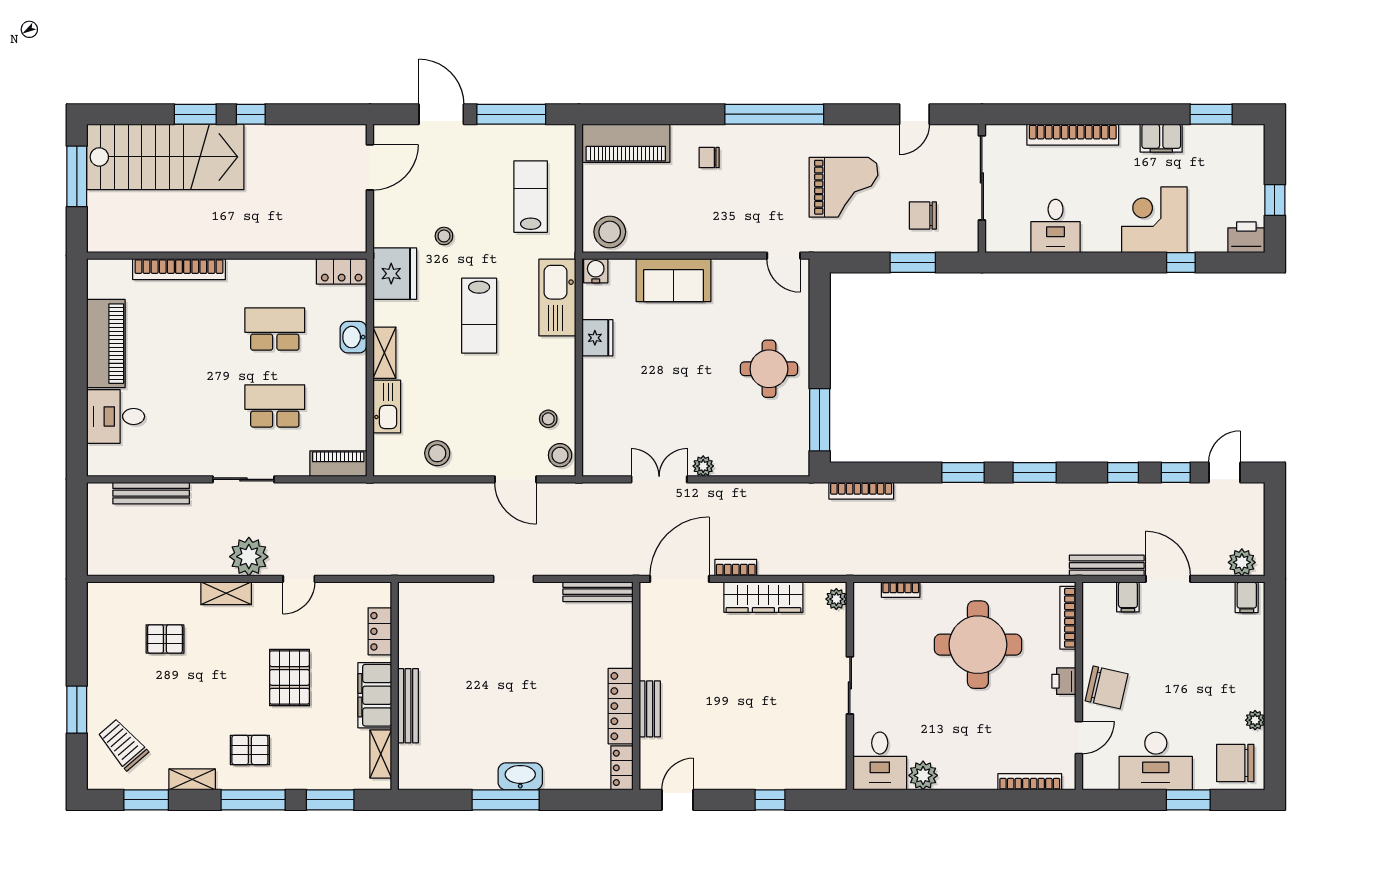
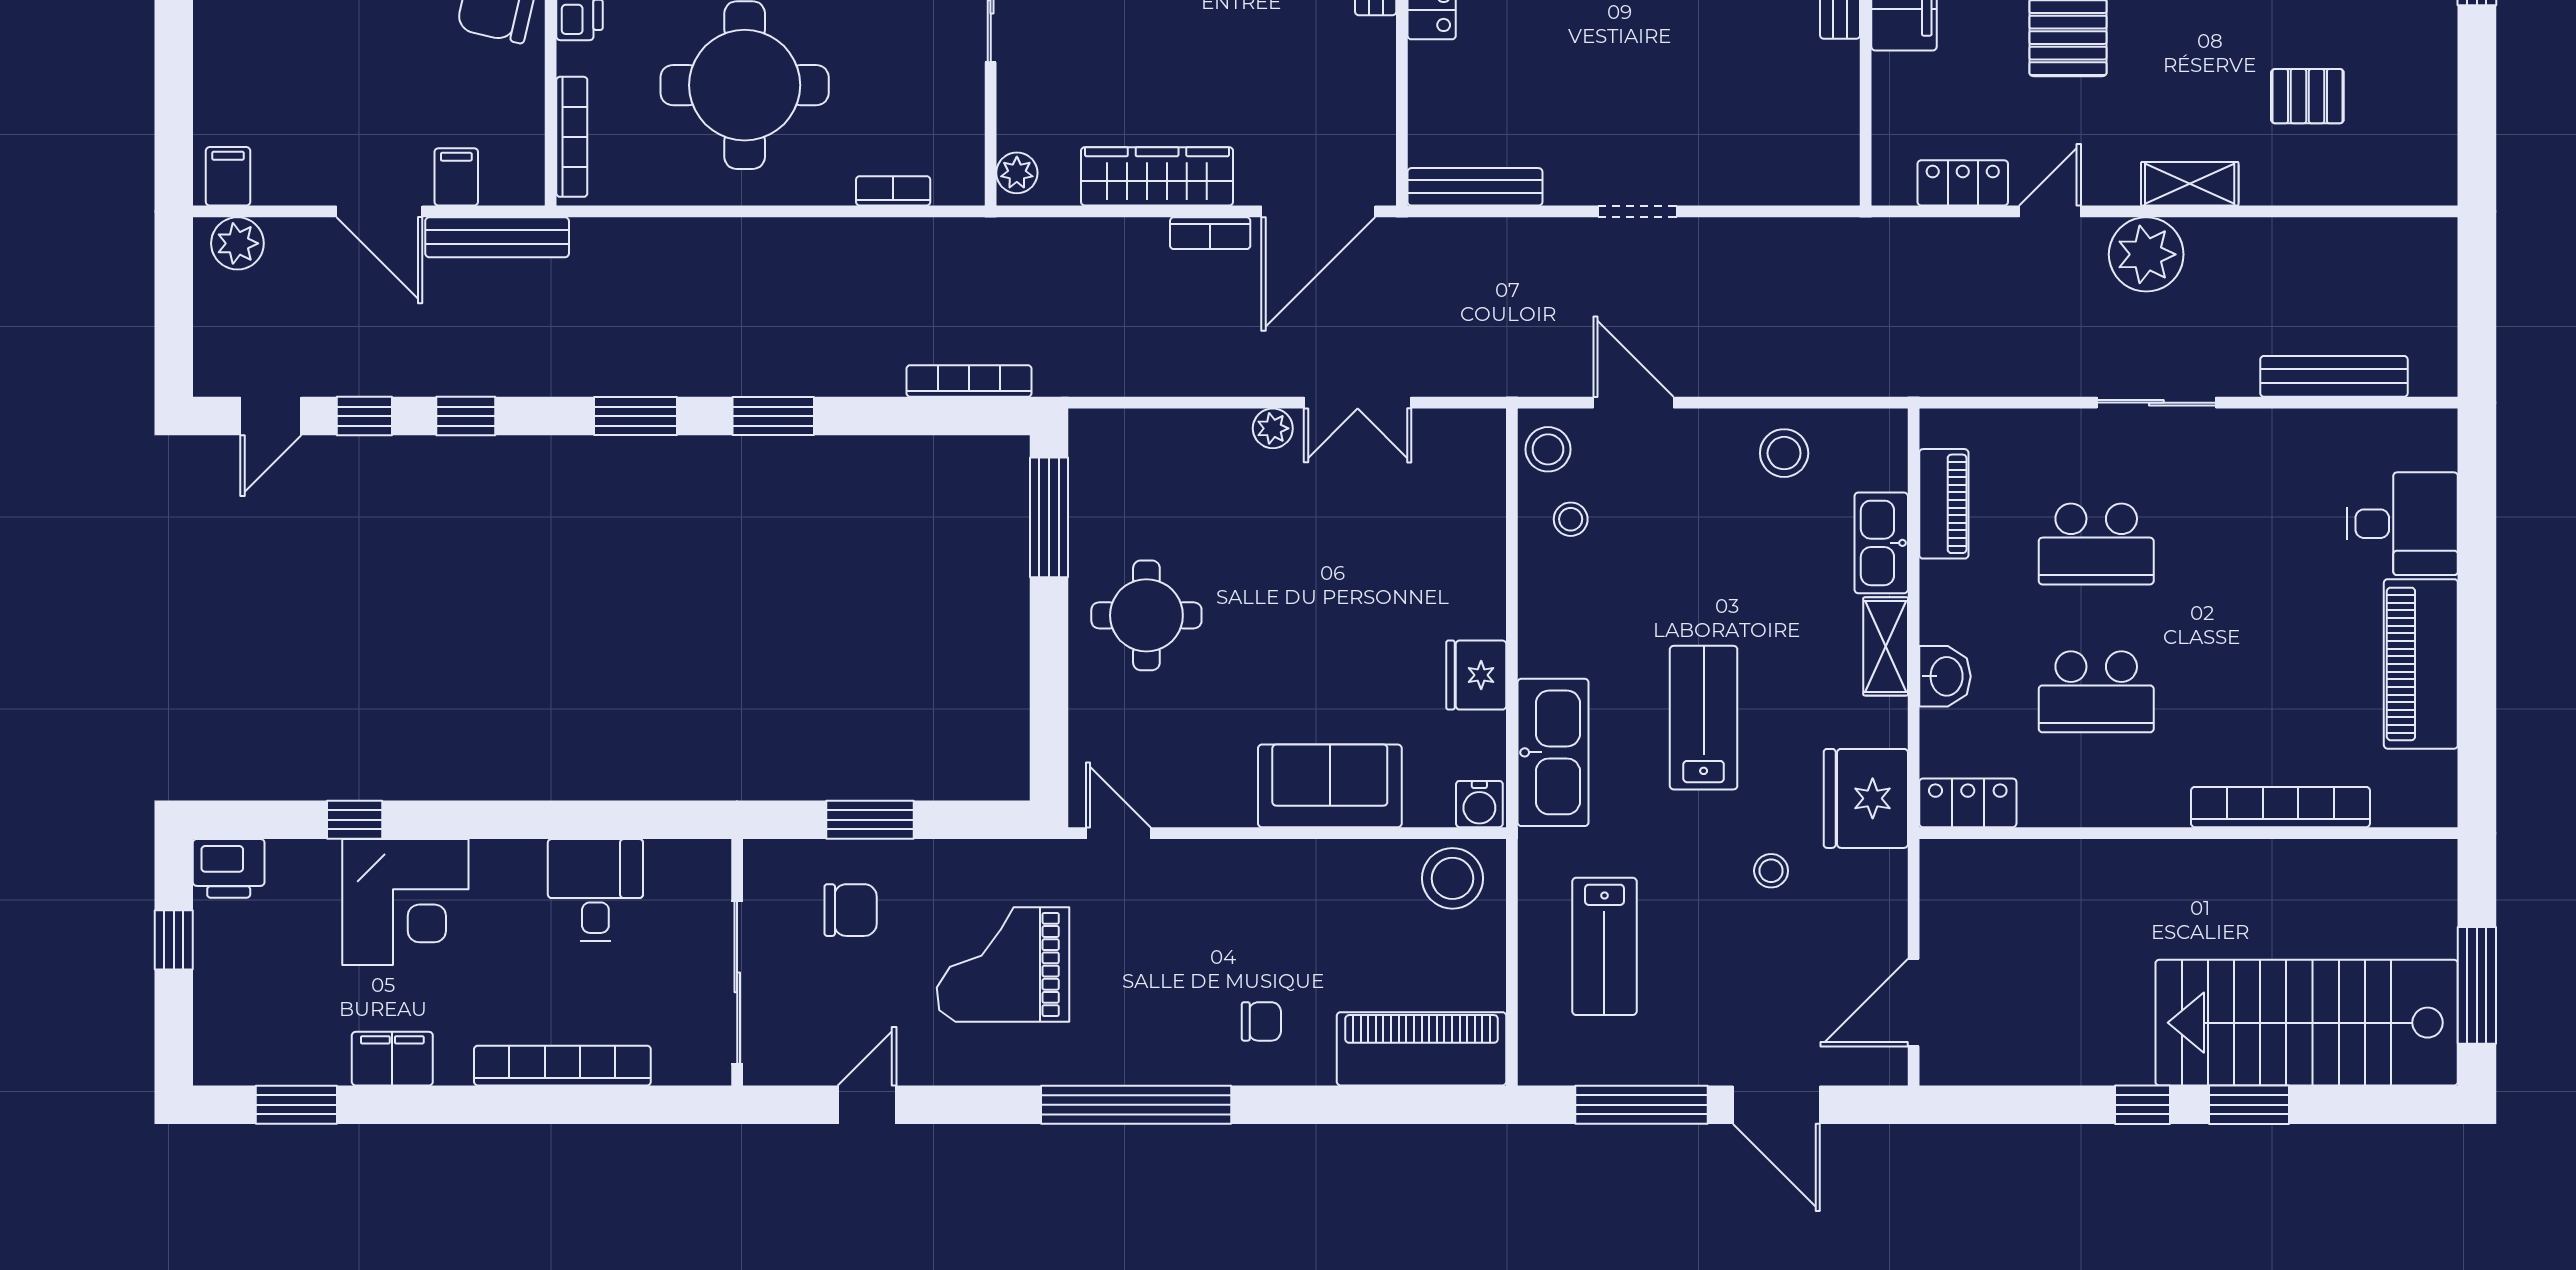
piano: (338, 464) -> (1944, 504), moved, turned -90
locker: (380, 631) -> (1963, 183), moved, turned -90

